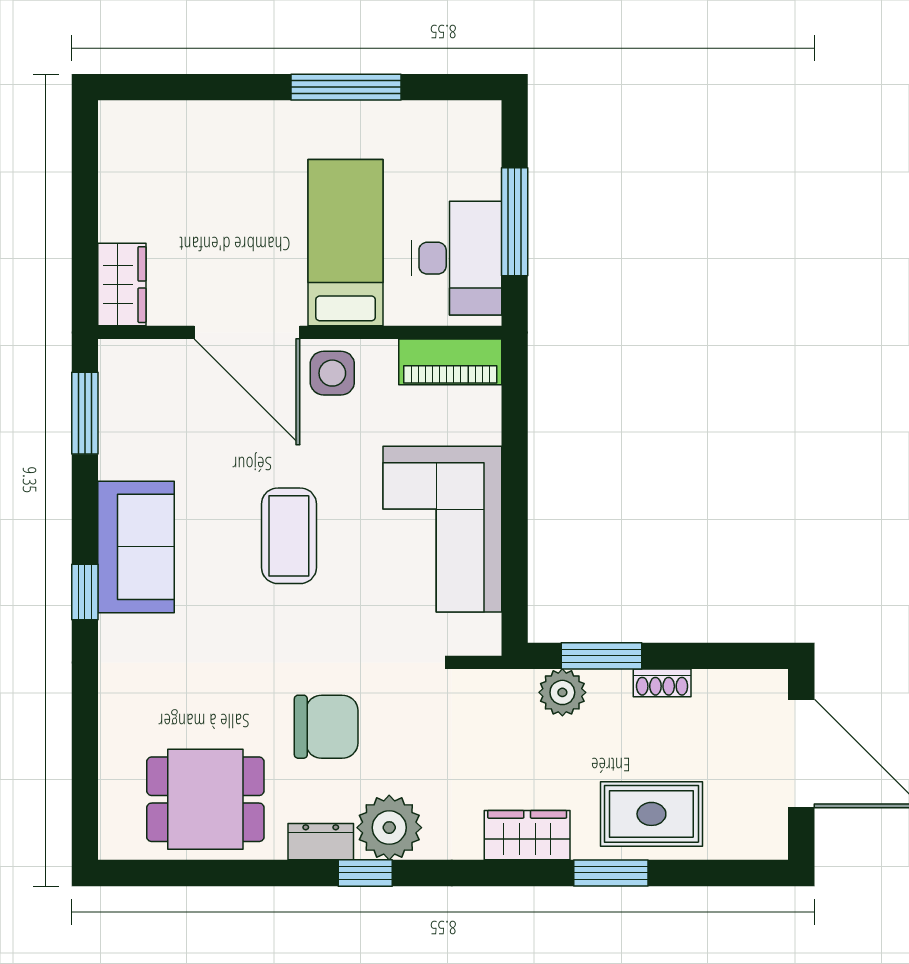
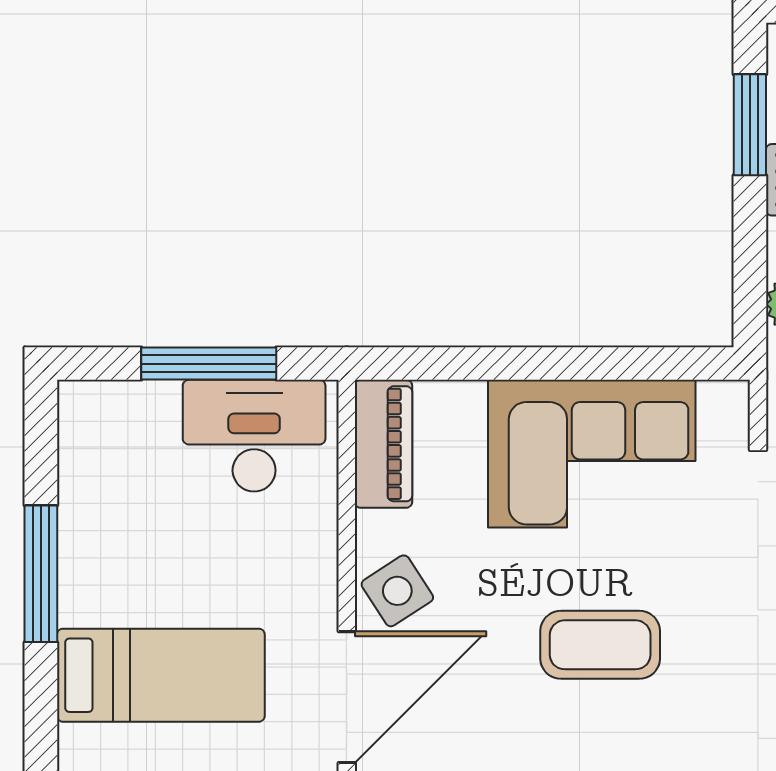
bed: (346, 243) -> (161, 675), moved, turned 180
side table: (332, 373) -> (397, 591), turned -33
window: (602, 656) -> (750, 125), moved

